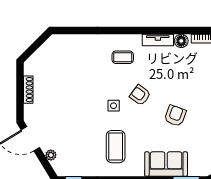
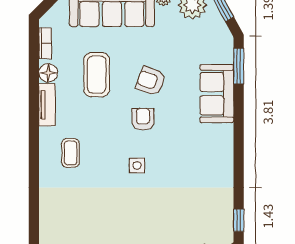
armchair: (140, 95) -> (143, 119), moved, turned 144
coffee table: (116, 147) -> (97, 75), moved, turned 90

